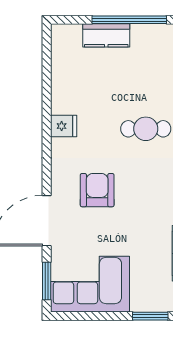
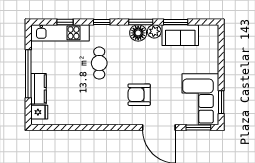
fridge: (64, 126) -> (39, 112), moved, turned 90
window: (150, 316) -> (221, 102), moved

